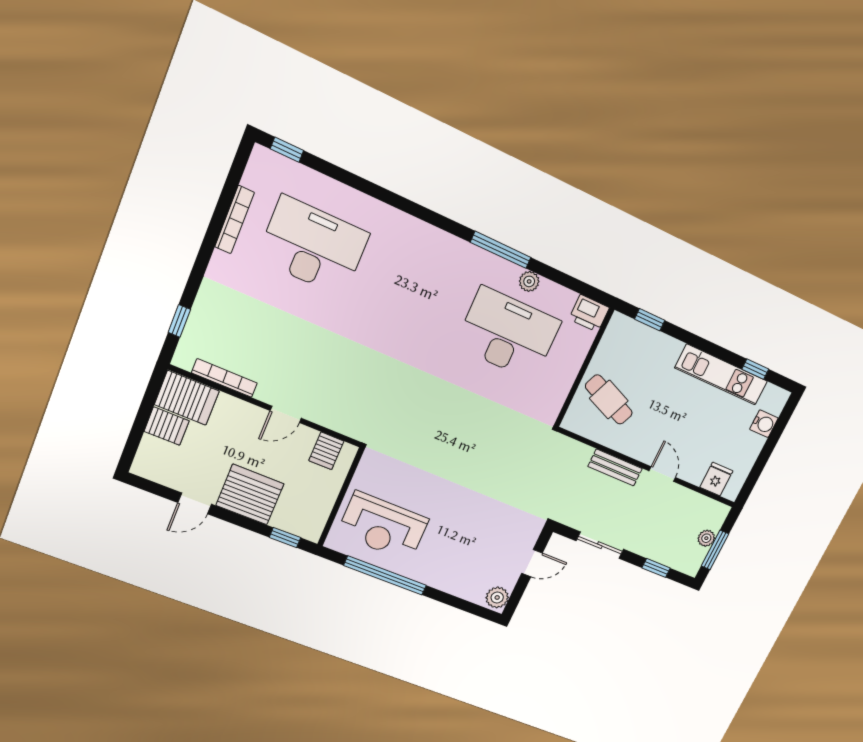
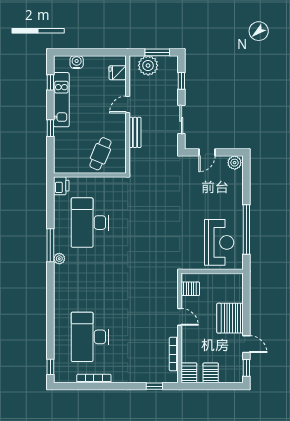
plant: (529, 281) -> (59, 259), moved
window: (650, 320) -> (50, 128), moved
server rack: (187, 398) -> (189, 373), width x0.73, depth x0.70
window: (285, 538) -> (246, 368), moved
plant: (706, 538) -> (148, 65), width x1.87, depth x1.87
door: (532, 563) -> (207, 152), swing flipped

